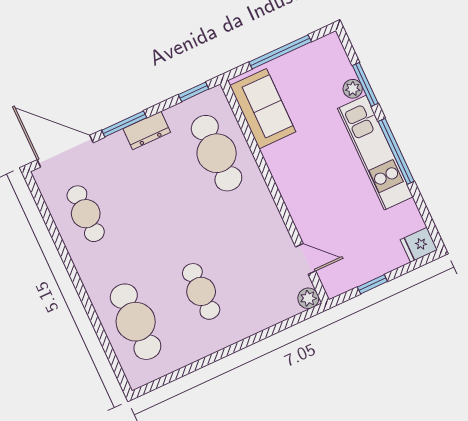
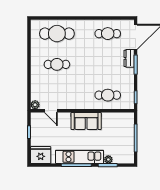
sofa: (263, 109) -> (86, 121), moved
dresser: (147, 131) -> (129, 58), moved
cafe table: (217, 153) -> (108, 95), width x0.73, depth x0.74
fridge: (419, 245) -> (41, 155), width x1.88, depth x1.34
door: (306, 259) -> (51, 111), hinge flipped

